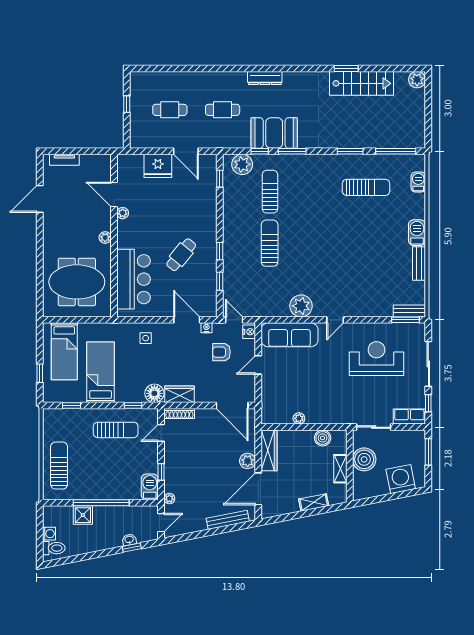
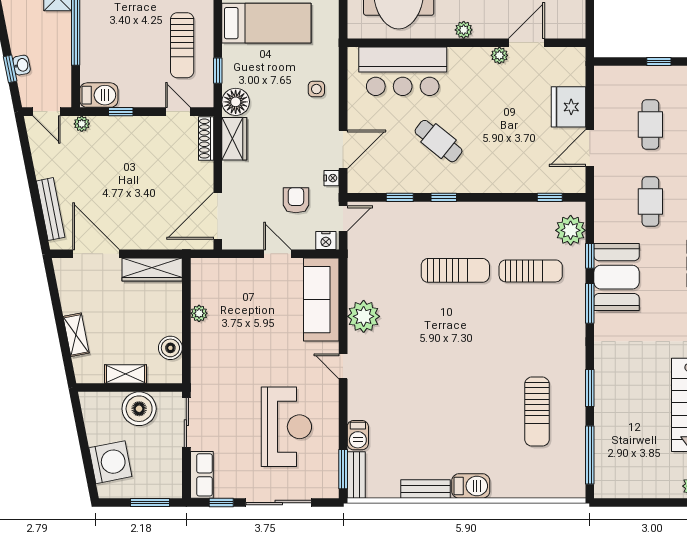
barbecue: (418, 182) -> (358, 435), moved, turned 90
plant: (248, 461) -> (137, 238), removed

